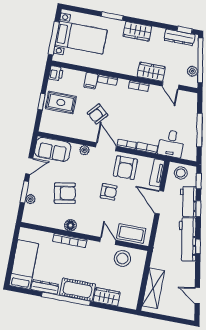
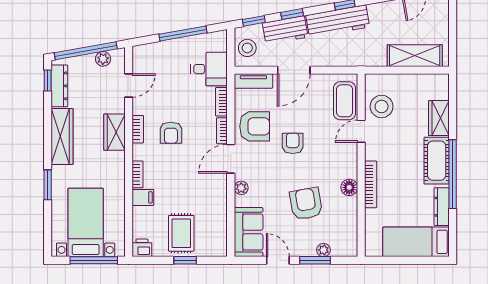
wardrobe: (137, 31) -> (62, 136), width x1.50
wardrobe: (151, 72) -> (114, 132), moved
armchair: (98, 114) -> (171, 133), moved, turned 49

